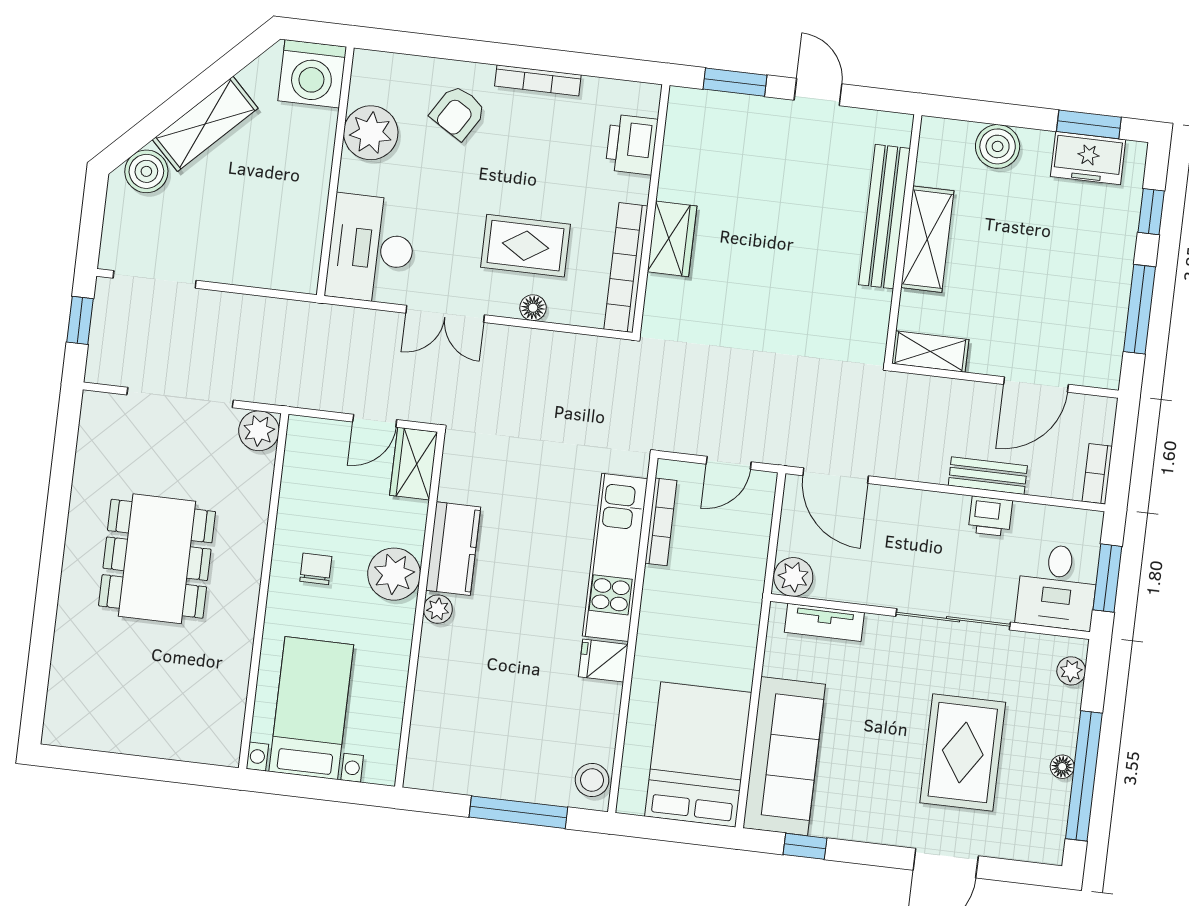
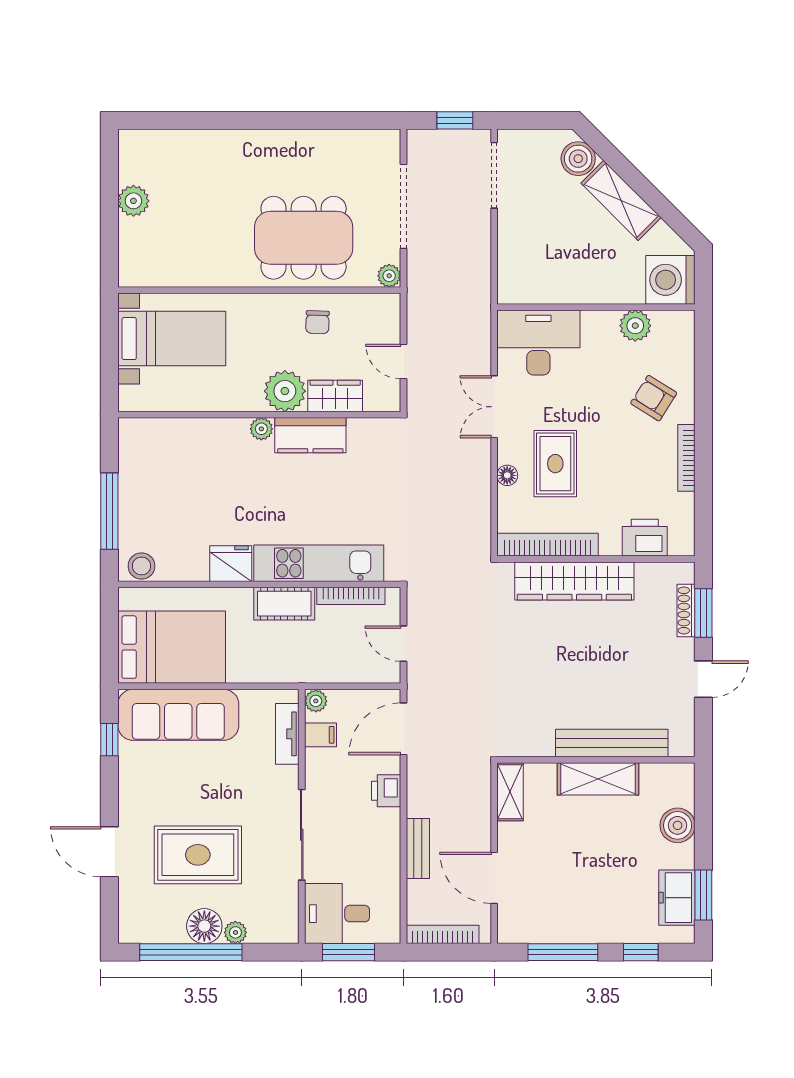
shoe rack: (729, 104) -> (686, 610), added
plant: (371, 133) -> (635, 326), width x0.73, depth x0.73
wardrobe: (672, 239) -> (574, 581), width x2.10, depth x1.17
plant: (259, 431) -> (389, 276), width x0.73, depth x0.73
wardrobe: (414, 464) -> (335, 396), moved
bookcase: (1097, 474) -> (443, 934), width x1.56
printer: (990, 516) -> (386, 791), moved
dining table: (157, 559) -> (304, 238), moved
chair: (316, 569) -> (317, 322), moved, turned 92
plant: (793, 577) -> (316, 701), width x0.73, depth x0.73
filing cabinet: (831, 581) -> (321, 735), added
cot: (661, 607) -> (284, 604), added
fridge: (603, 661) -> (231, 564), width x1.38
plant: (1071, 671) -> (235, 932), moved
plant: (133, 735) -> (133, 201), added
floor lamp: (1062, 767) -> (204, 926), width x1.89, depth x1.89

